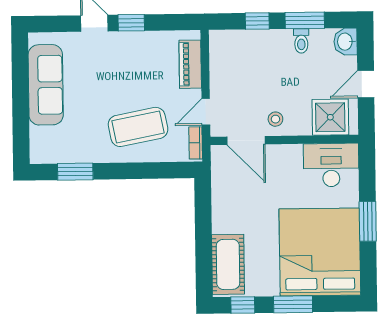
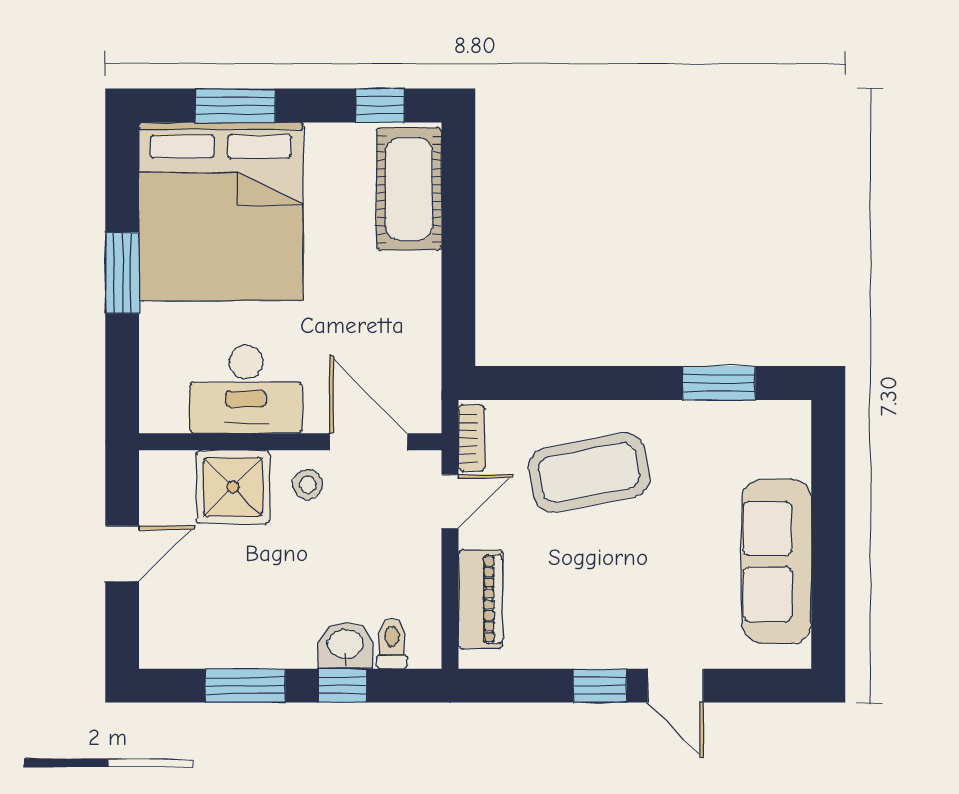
toilet: (301, 41) -> (392, 644), moved
washbasin: (346, 42) -> (345, 645), moved, turned -90
shower: (330, 117) -> (233, 487), moved
desk: (331, 165) -> (246, 389), moved
window: (293, 304) -> (235, 106), moved

